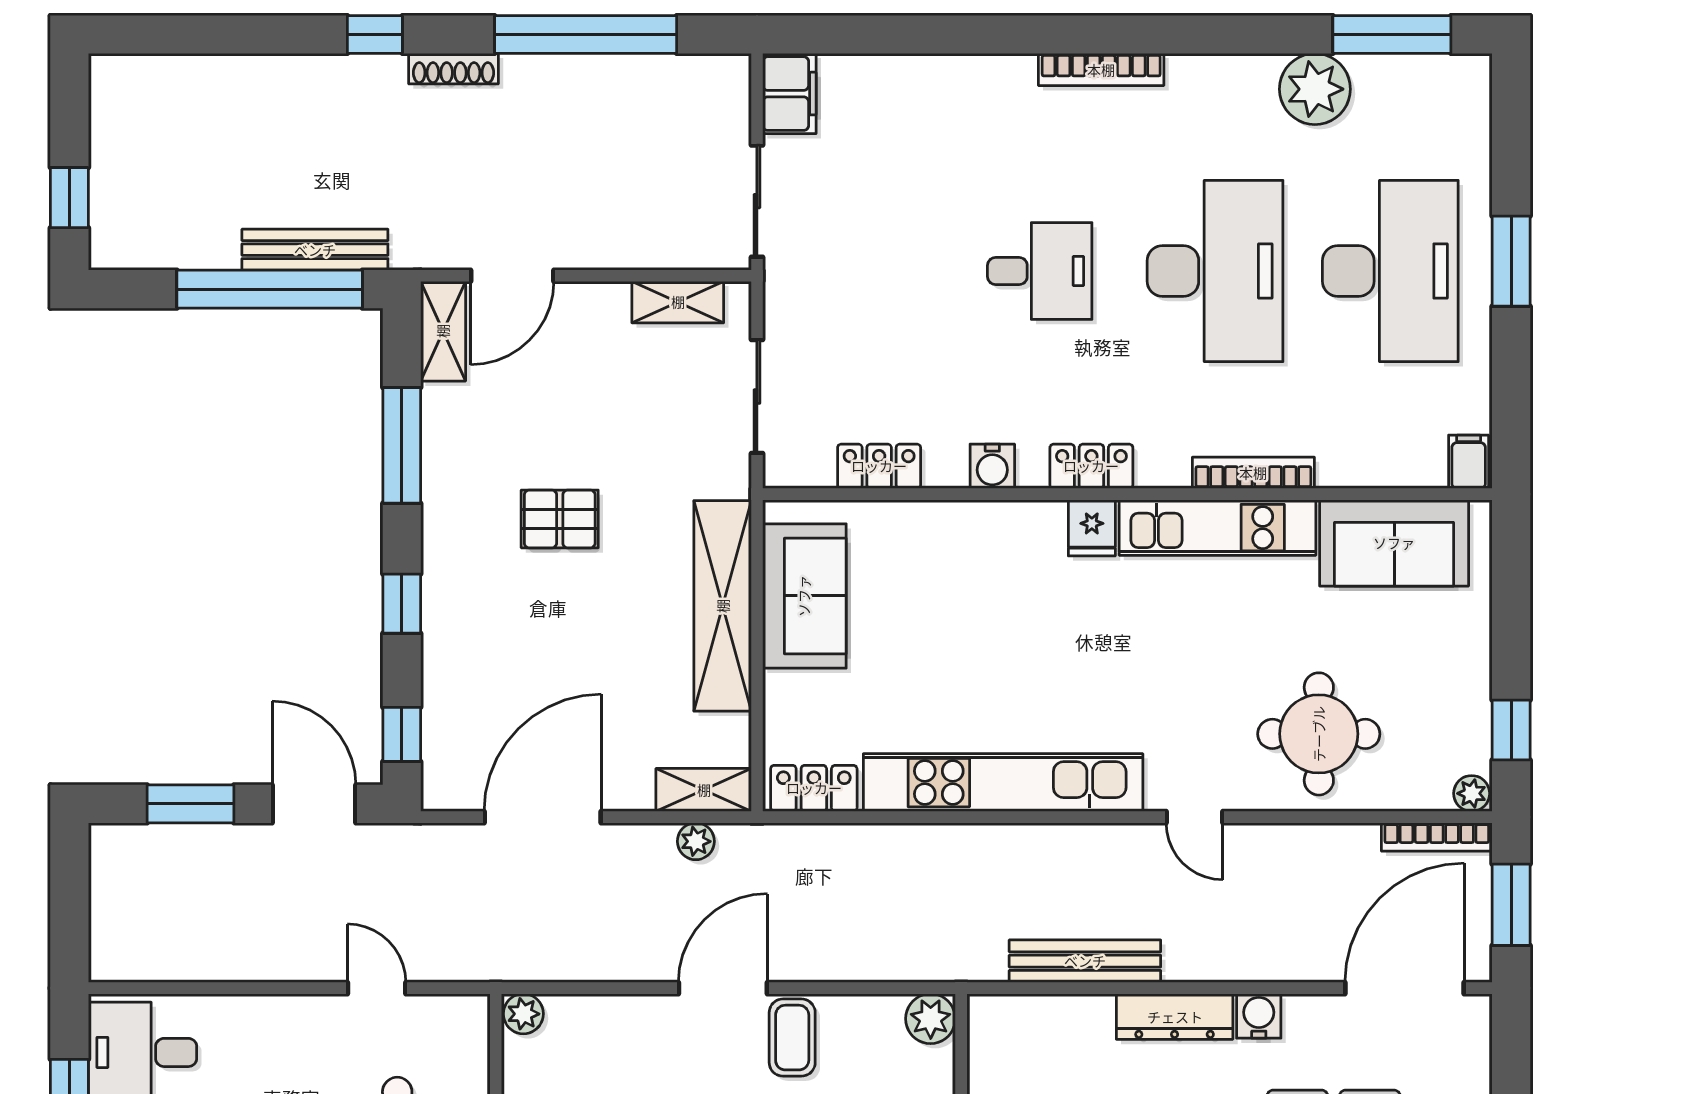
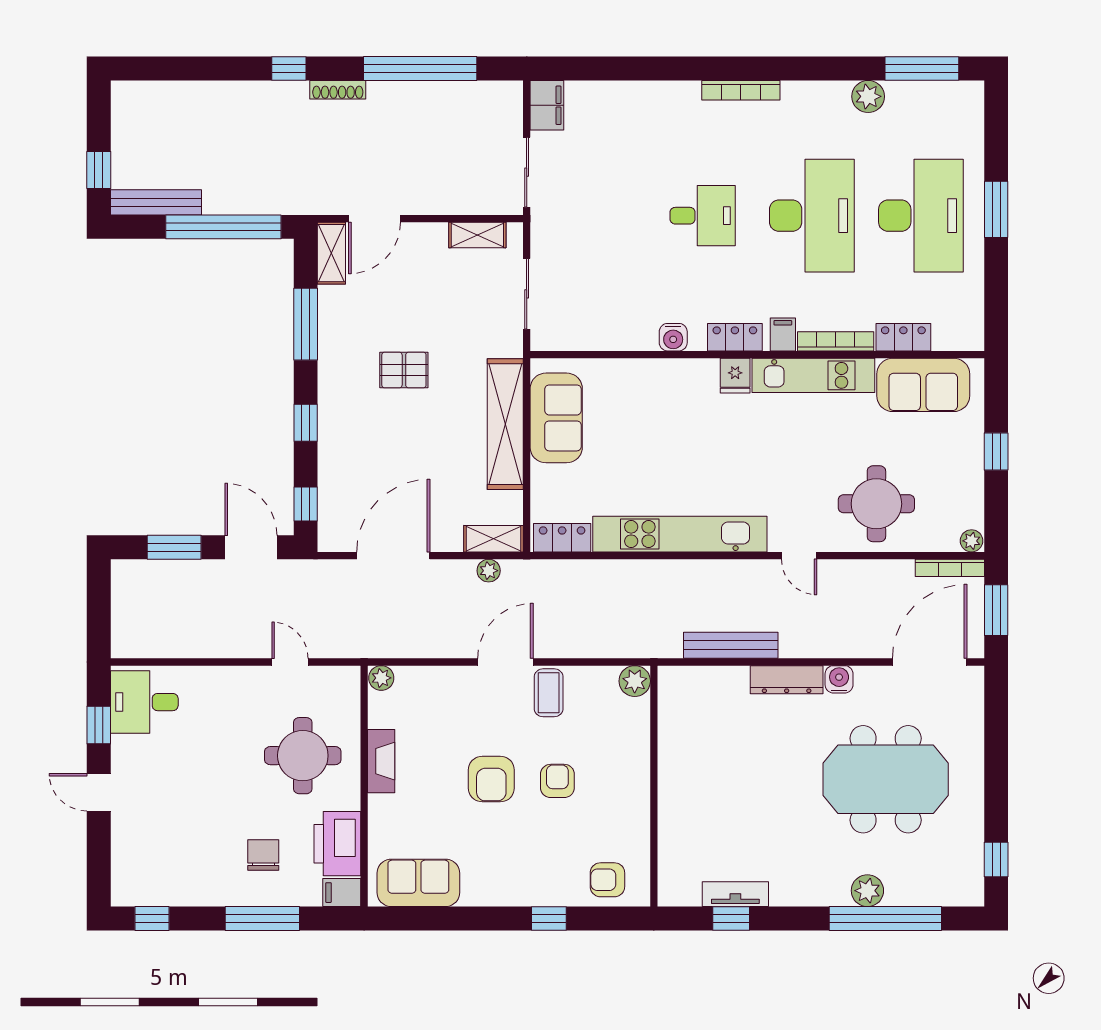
plant: (1315, 89) -> (868, 96), width x0.73, depth x0.73
bench: (315, 250) -> (156, 202), moved
filing cabinet: (1469, 462) -> (783, 334), moved
locker: (879, 466) -> (903, 337), moved
window: (1511, 730) -> (996, 451), moved

